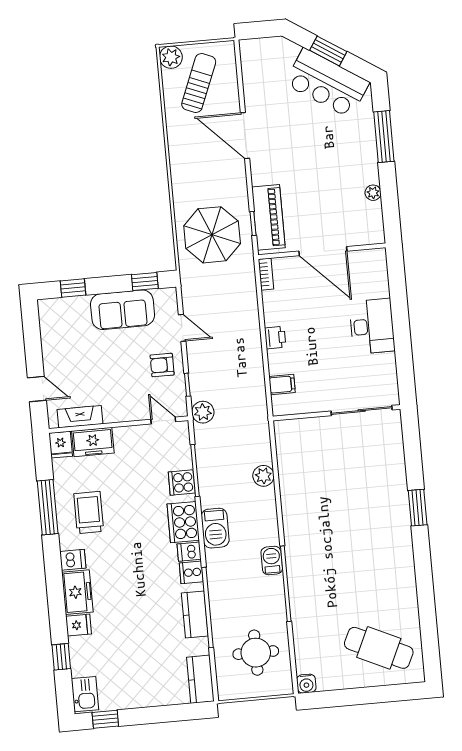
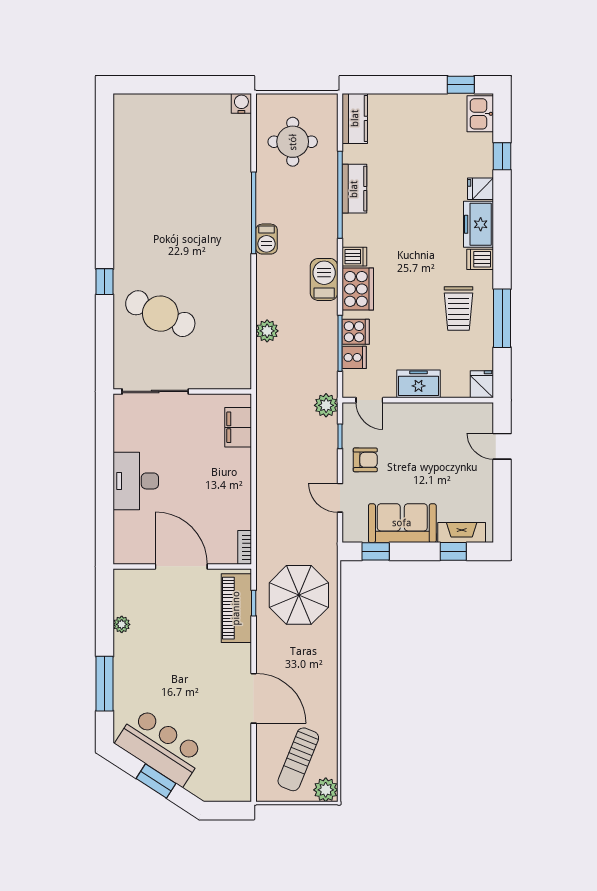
printer: (275, 338) -> (241, 478), removed
filing cabinet: (282, 384) -> (238, 427), width x2.00
fireplace: (80, 417) -> (462, 533), moved, turned 180
freezer: (93, 442) -> (419, 384), moved
window: (418, 508) -> (105, 282), width x0.67
cooker: (191, 572) -> (354, 357), moved
cafe table: (379, 648) -> (160, 314), moved

